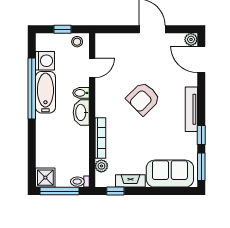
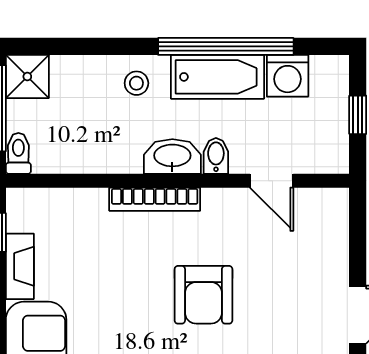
stool: (77, 42) -> (136, 83), moved
armchair: (143, 98) -> (203, 295), turned -135
bookcase: (100, 138) -> (155, 199), moved
plant: (101, 166) -> (53, 202), removed

